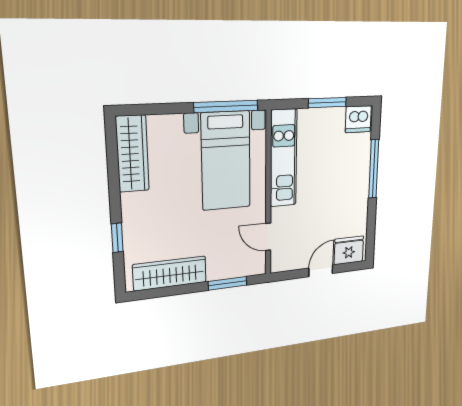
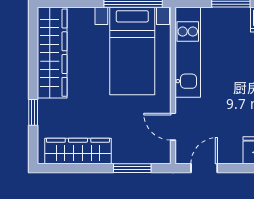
wardrobe: (132, 154) -> (52, 53), width x1.40, depth x1.17
door: (321, 271) -> (204, 168), moved

